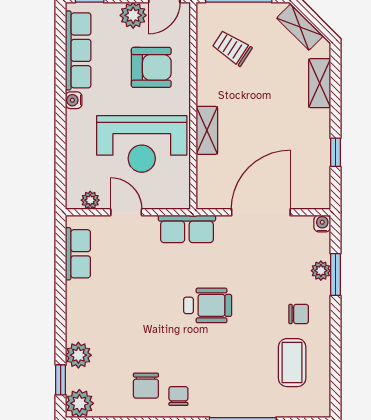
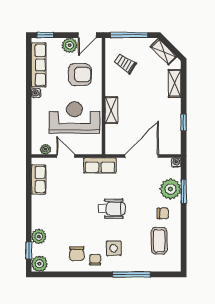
reception desk: (142, 144) -> (74, 118), turned 180
plant: (321, 271) -> (171, 189), width x1.87, depth x1.87
side table: (211, 376) -> (114, 248), added

